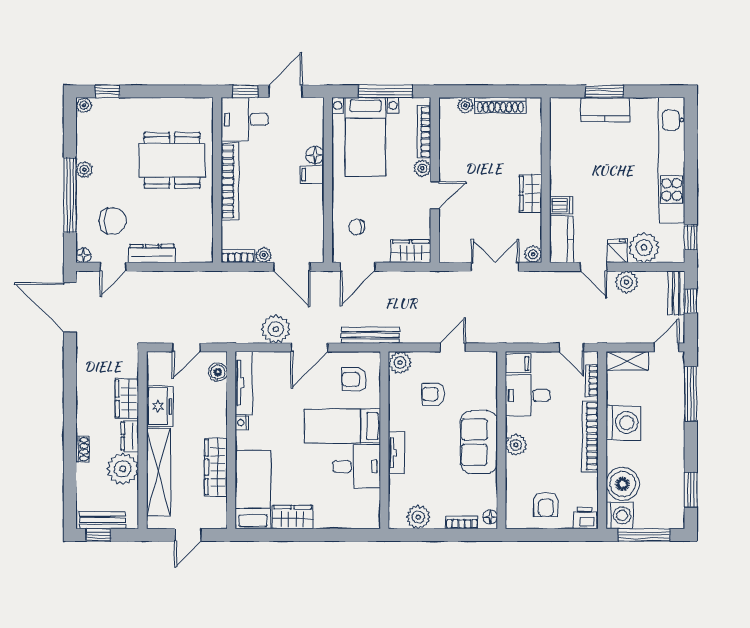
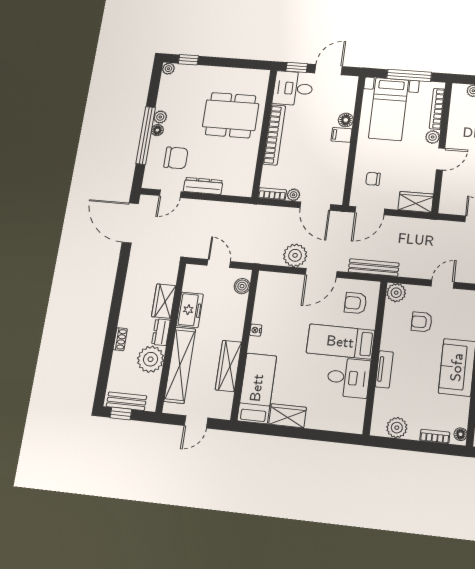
floor lamp: (83, 255) -> (157, 130), moved
door: (186, 347) -> (219, 263), swing flipped
tv unit: (244, 383) -> (262, 297), removed

